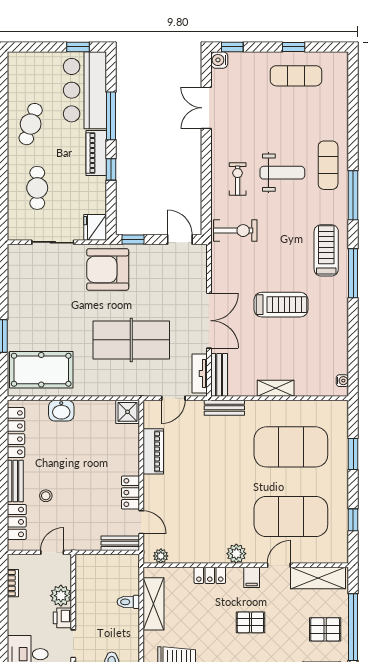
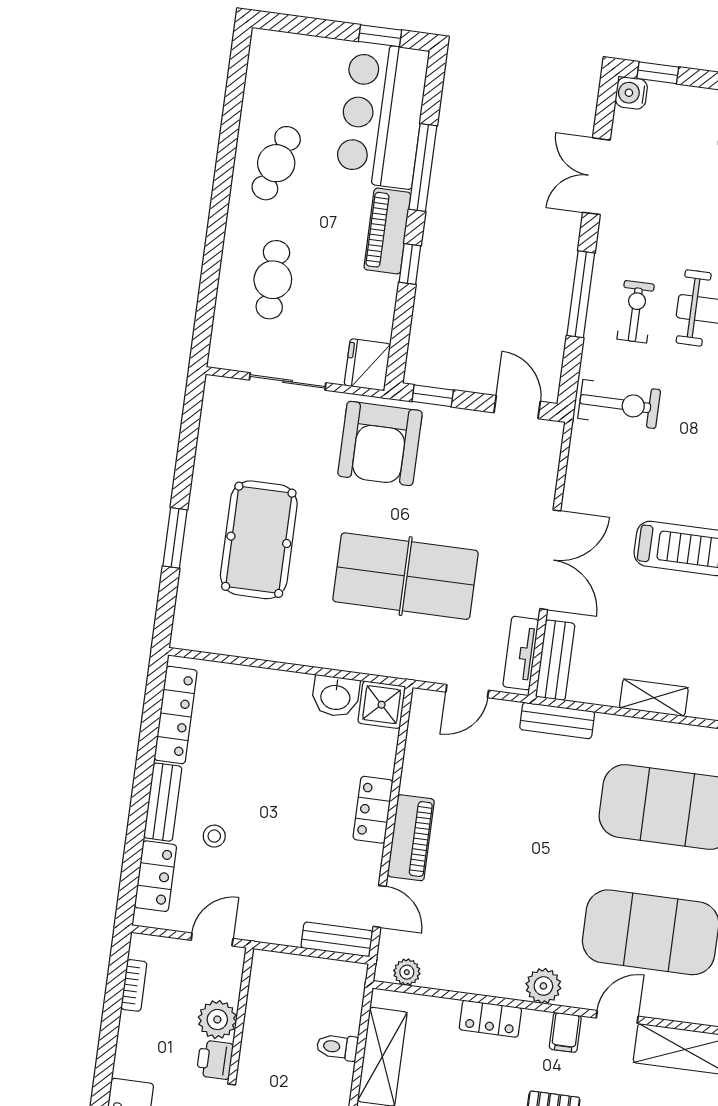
window: (206, 173) -> (581, 294), added
armchair: (108, 269) -> (380, 443), turned -90
pool table: (41, 370) -> (259, 540), moved, turned 90
washbasin: (61, 411) -> (336, 696), moved
piano: (153, 451) -> (411, 838), moved
locker: (130, 493) -> (373, 810), moved

